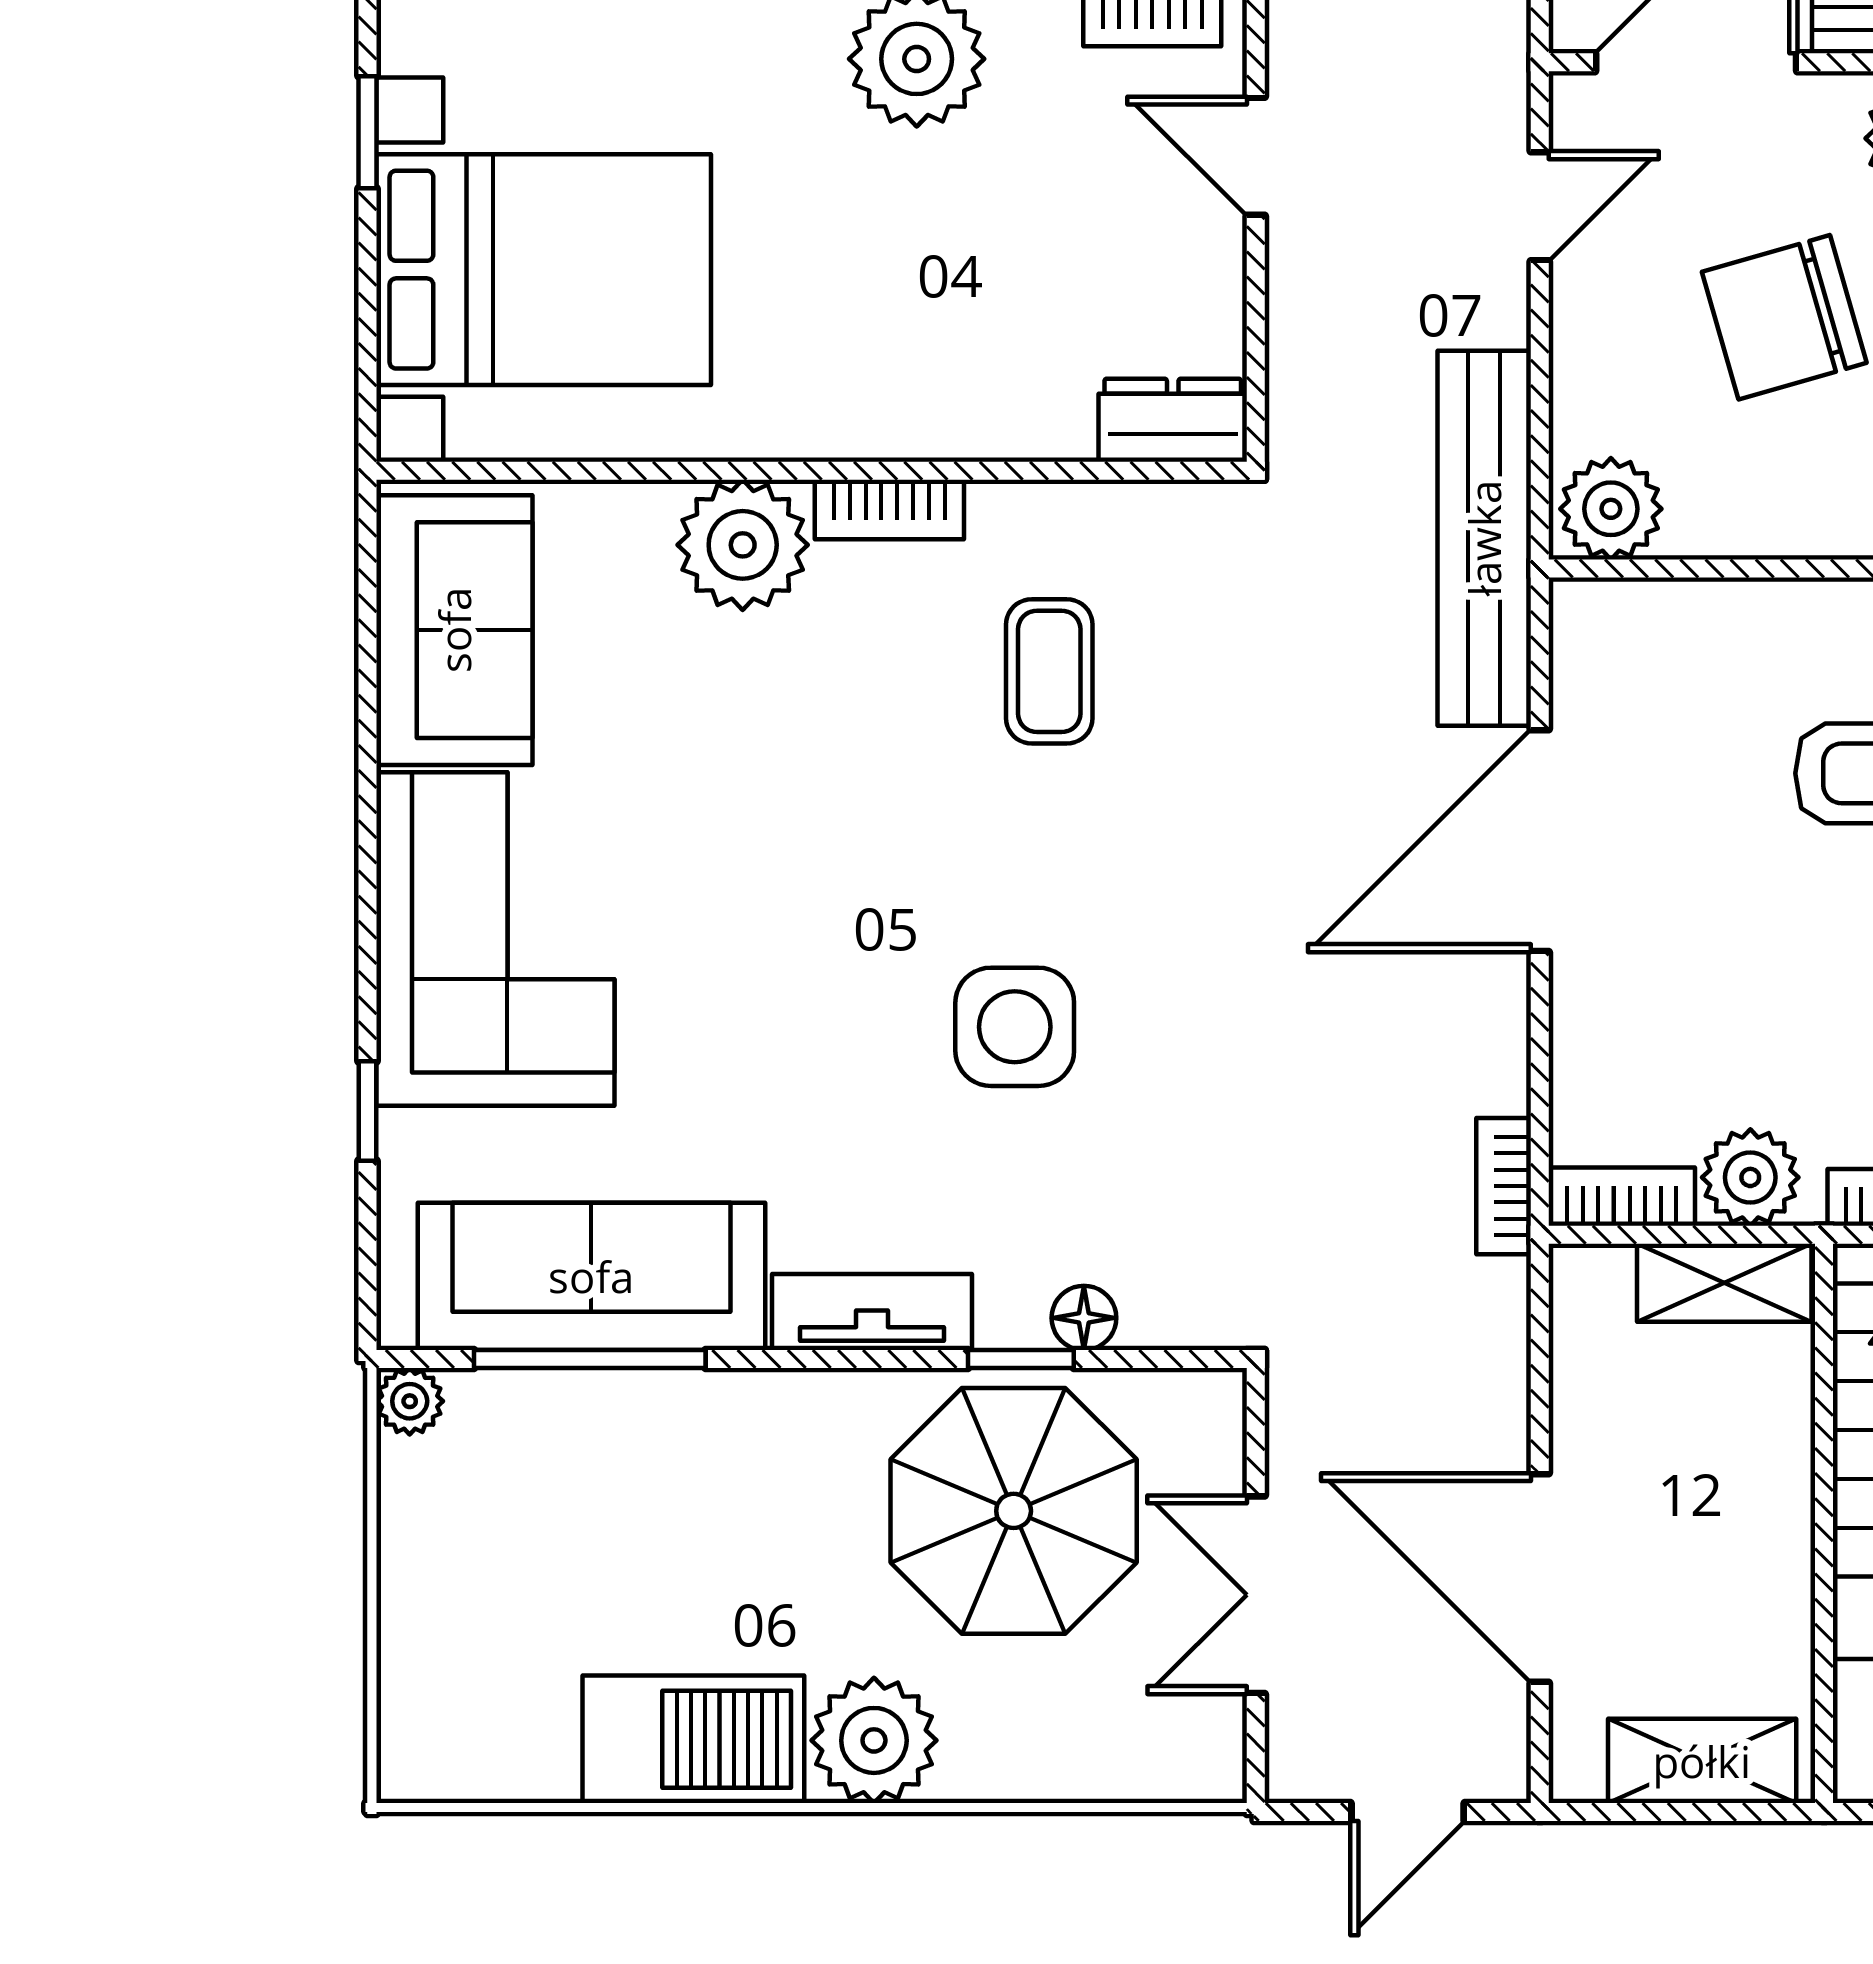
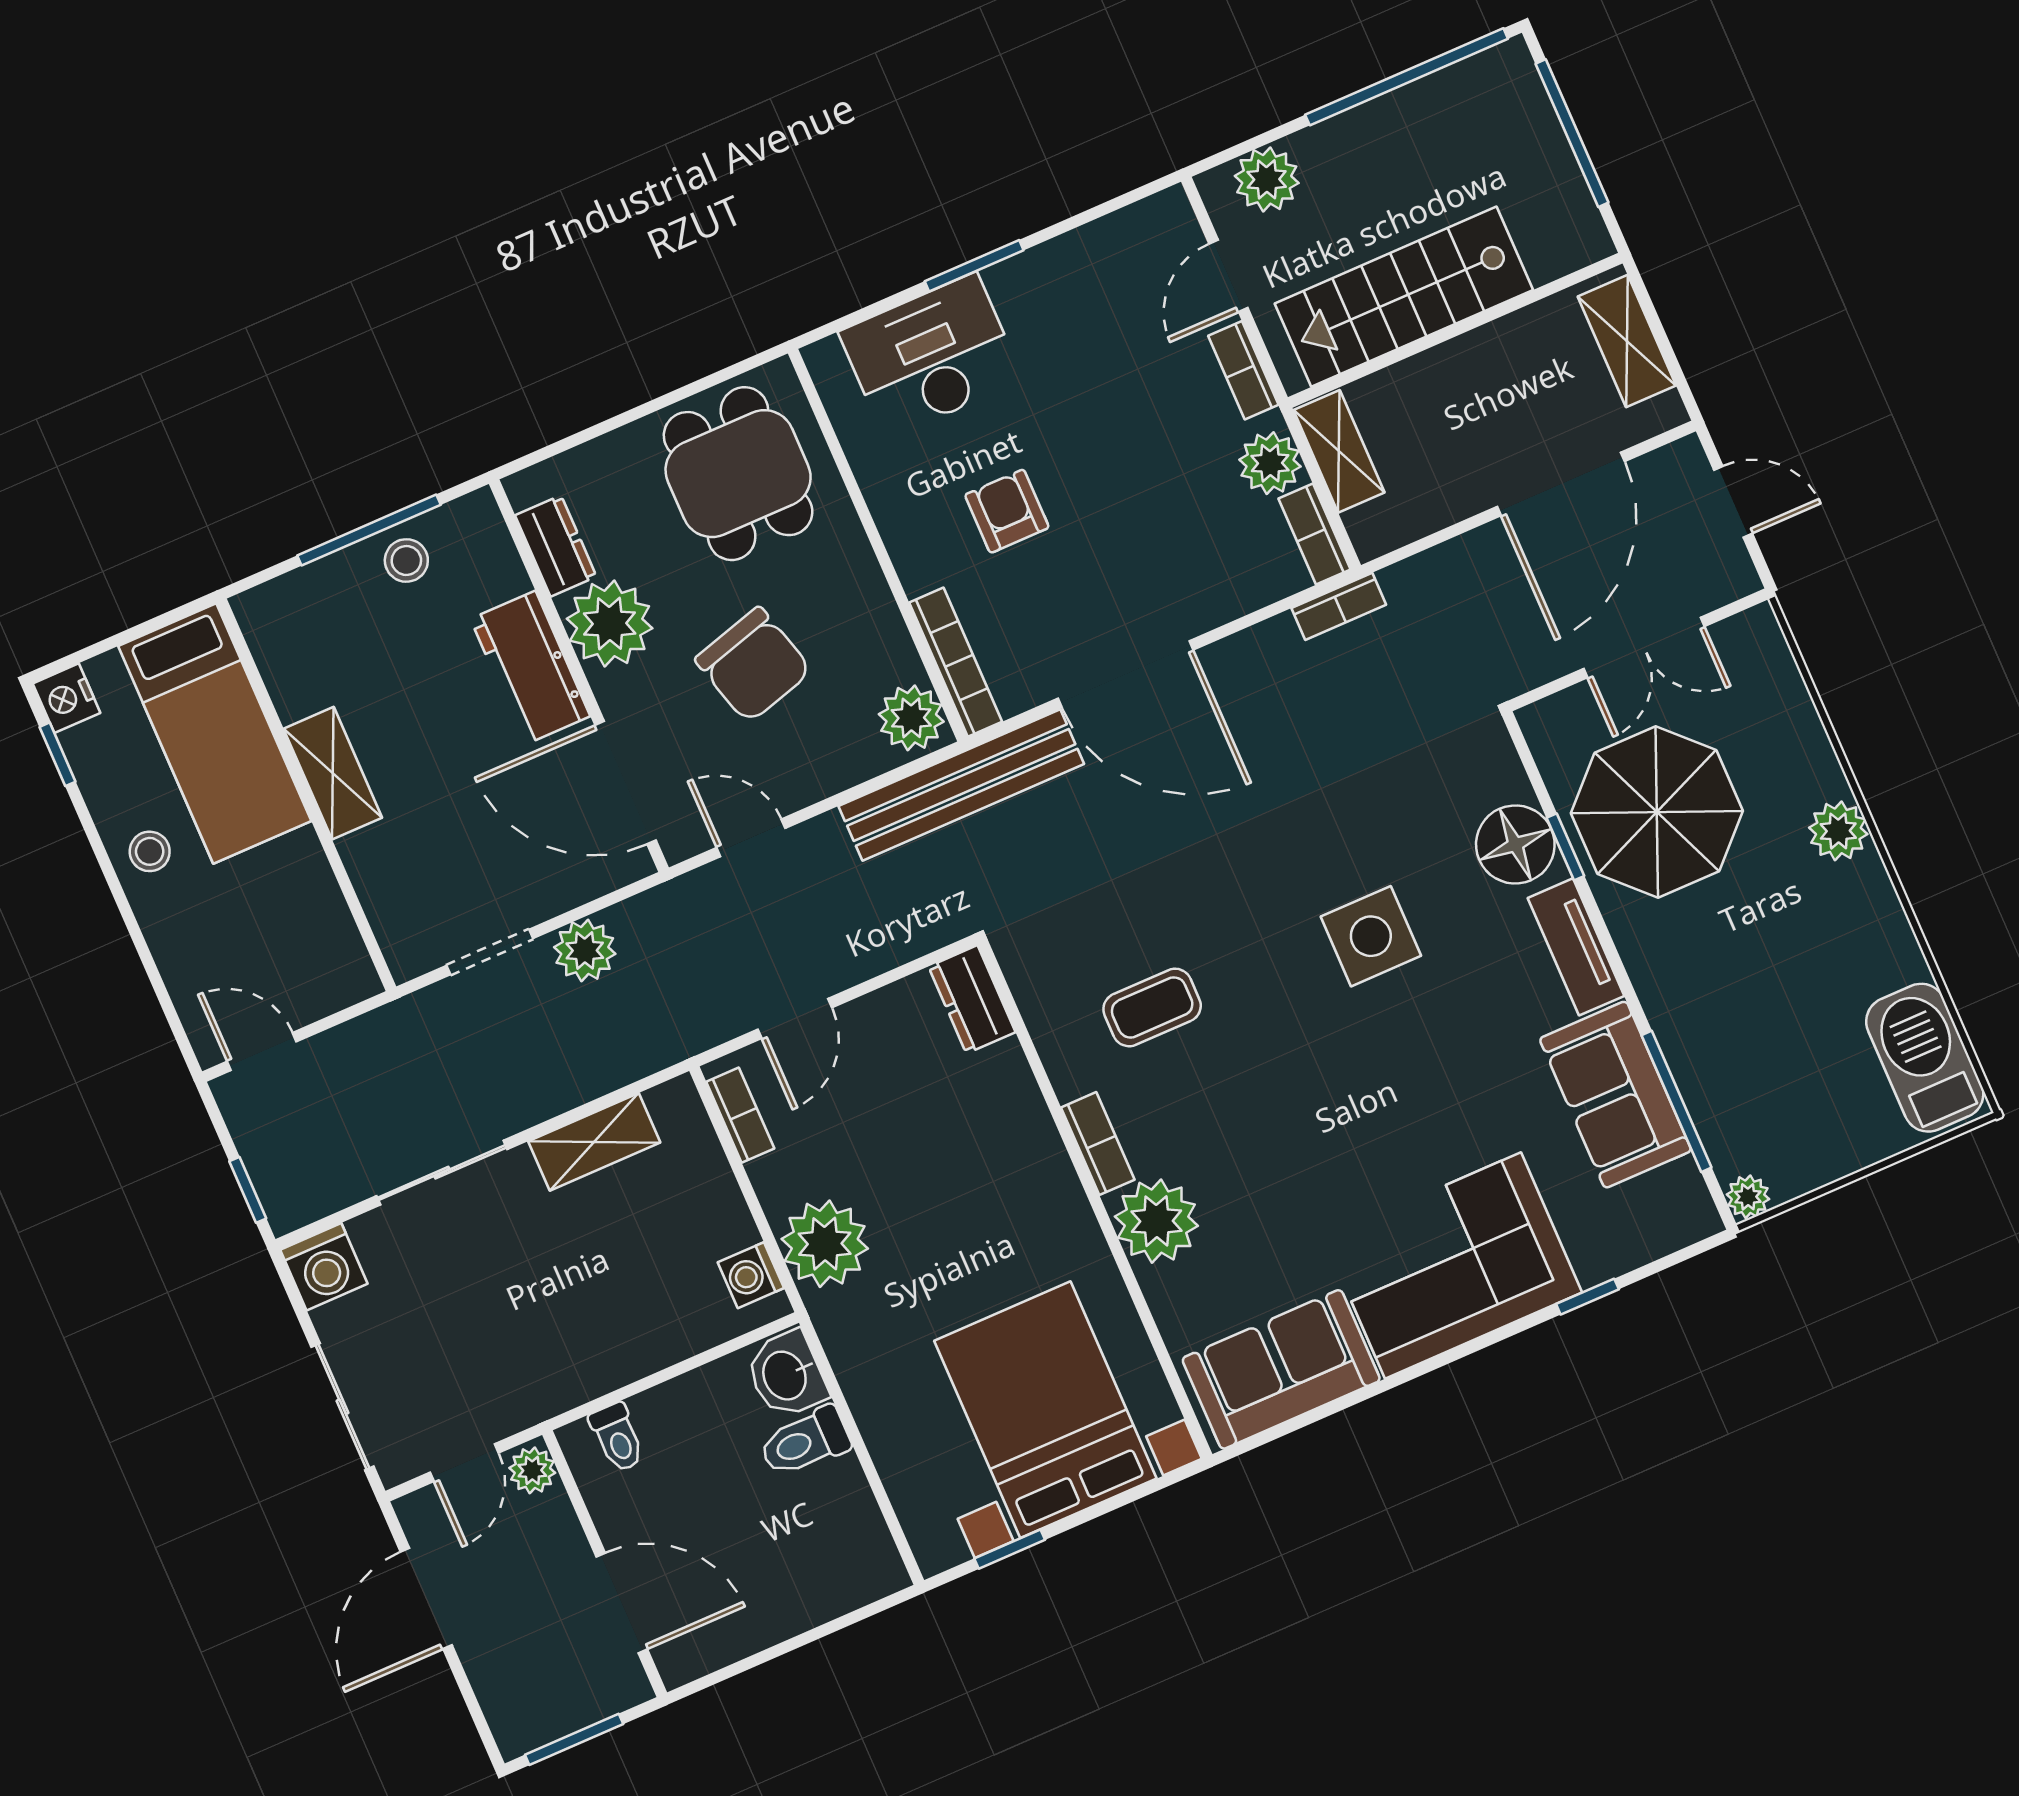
bookcase: (1663, 607) -> (956, 662), added
sofa: (591, 1276) -> (1615, 1095), width x0.73
floor lamp: (1084, 1318) -> (1515, 844), width x1.89, depth x1.89
barbecue: (693, 1739) -> (1925, 1058), moved
plant: (874, 1740) -> (1838, 831), width x0.73, depth x0.73

